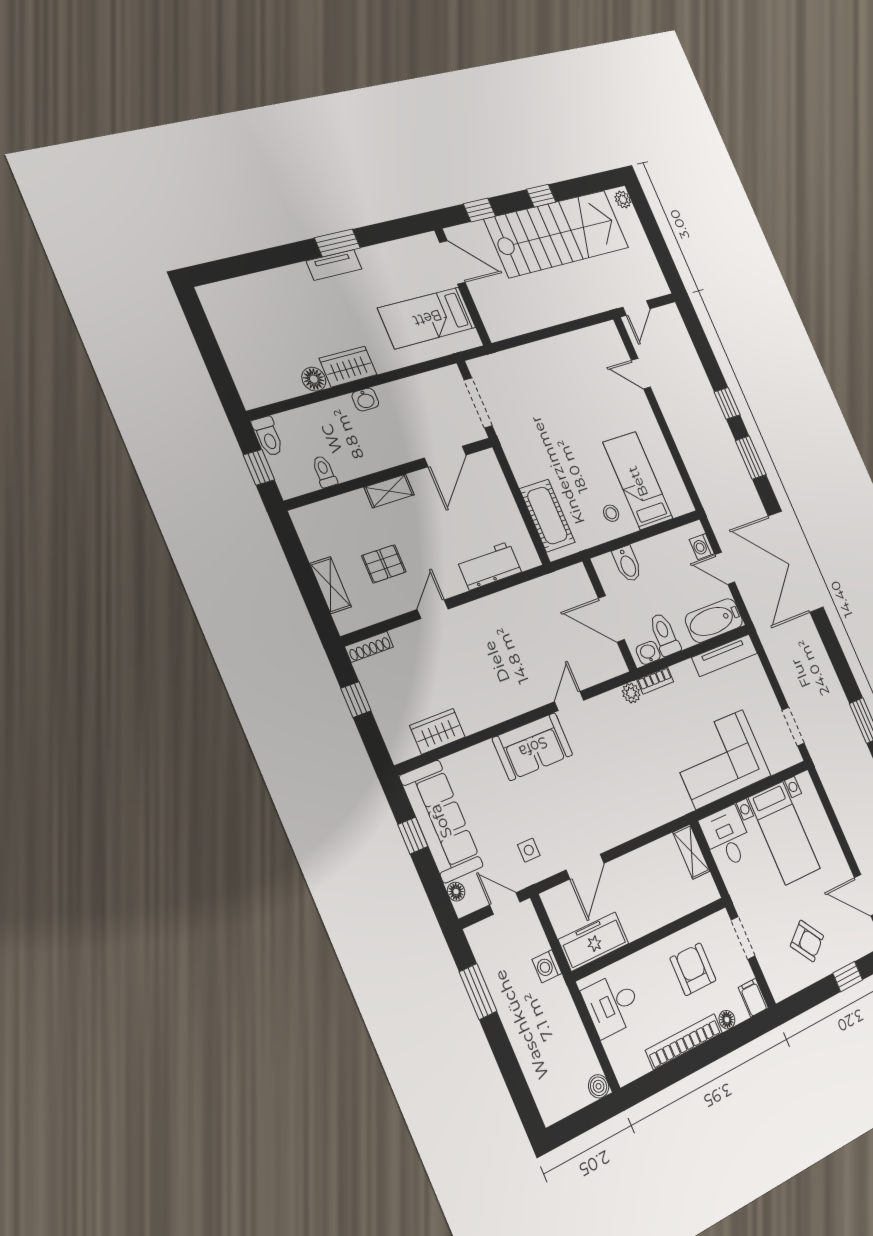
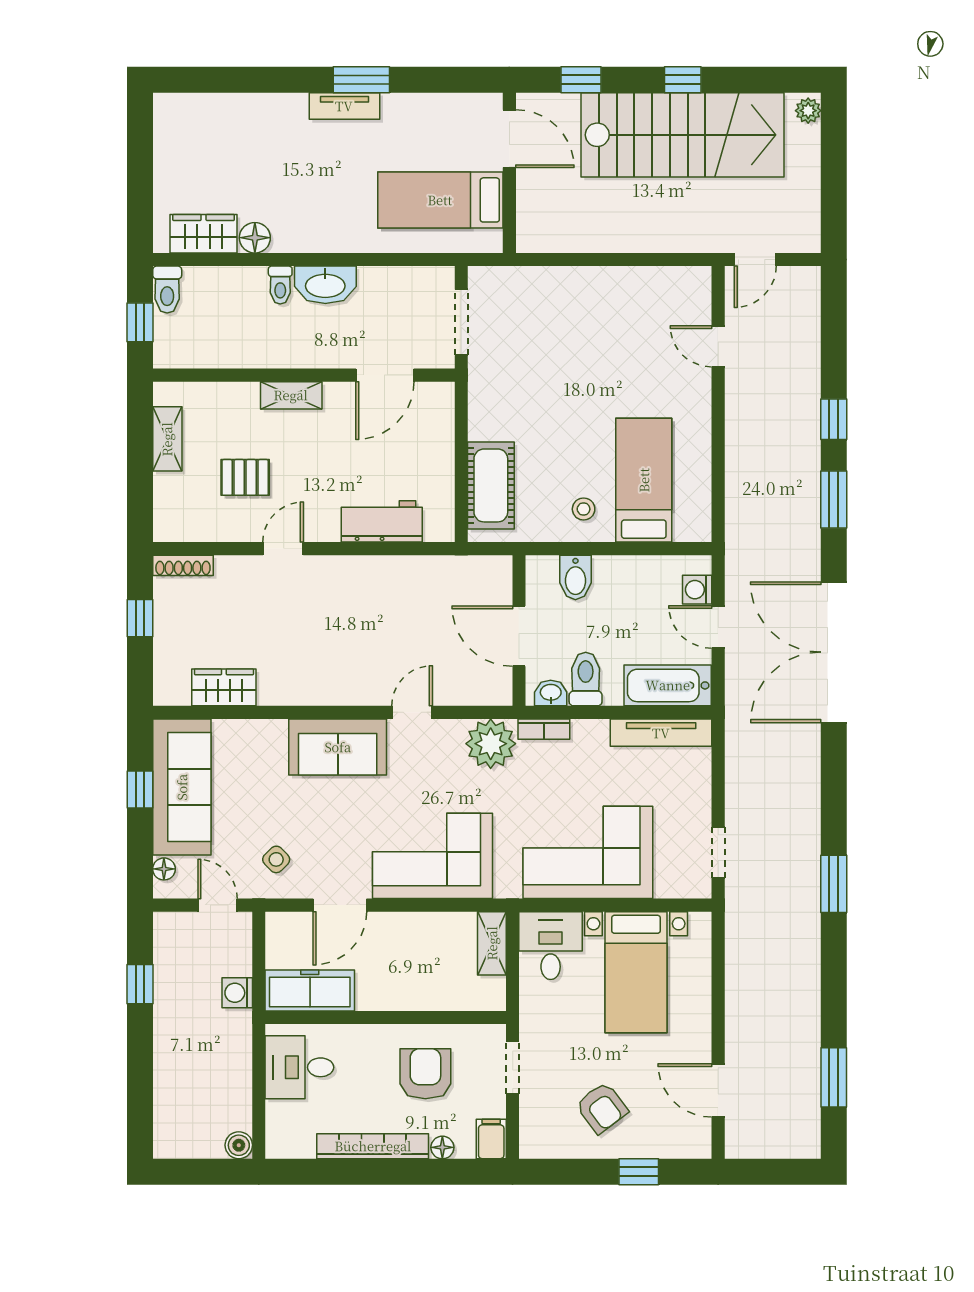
wardrobe: (348, 367) -> (204, 234), moved
washbasin: (365, 399) -> (325, 285), width x1.91, depth x1.45
toilet: (324, 472) -> (280, 285), moved, turned 180
shelving: (331, 585) -> (167, 439), moved
plant: (631, 693) -> (491, 744), width x1.87, depth x1.87
corner sofa: (628, 803) -> (432, 856), added
side table: (529, 850) -> (276, 859), turned 45
window: (478, 992) -> (140, 984), width x0.67

